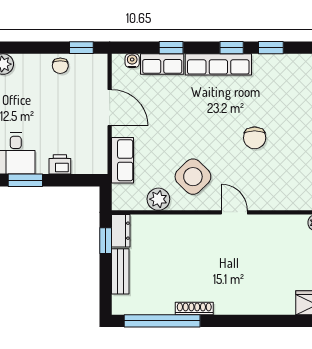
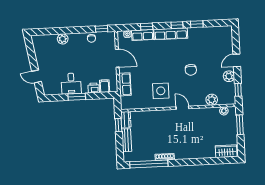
filing cabinet: (82, 162) -> (105, 86), added
side table: (193, 177) -> (161, 91), turned 45
plant: (158, 199) -> (212, 100), moved

